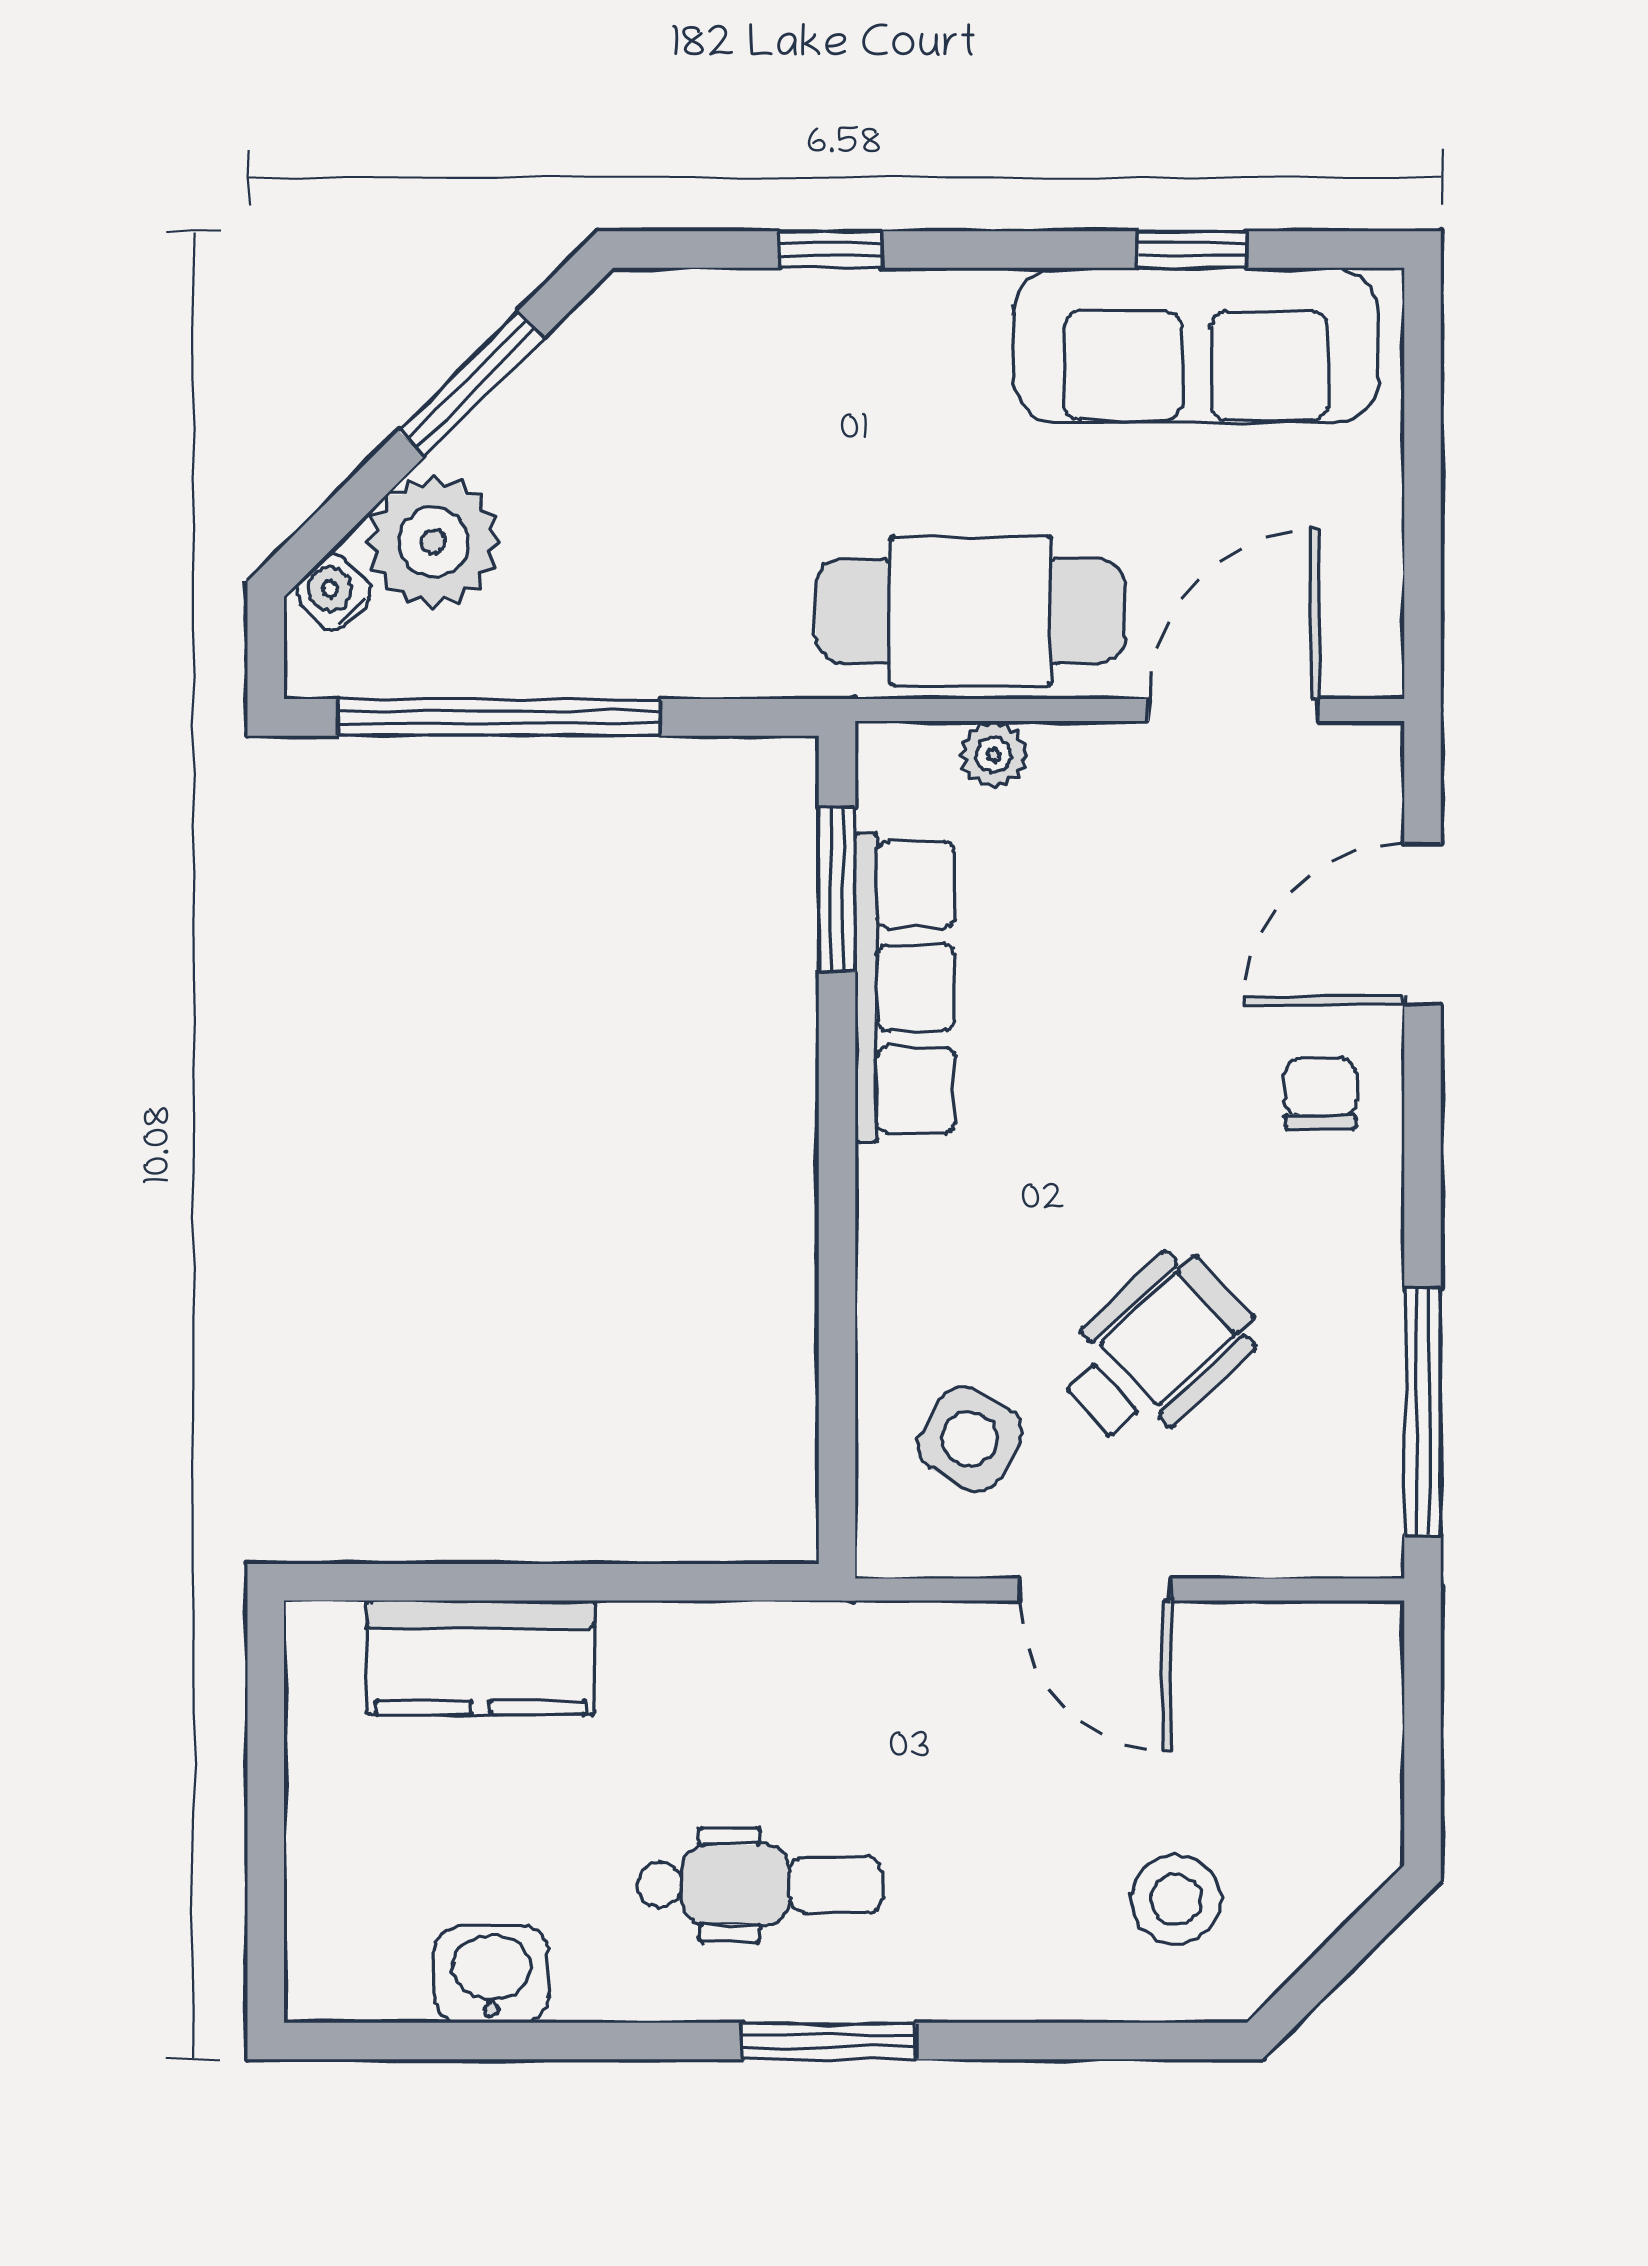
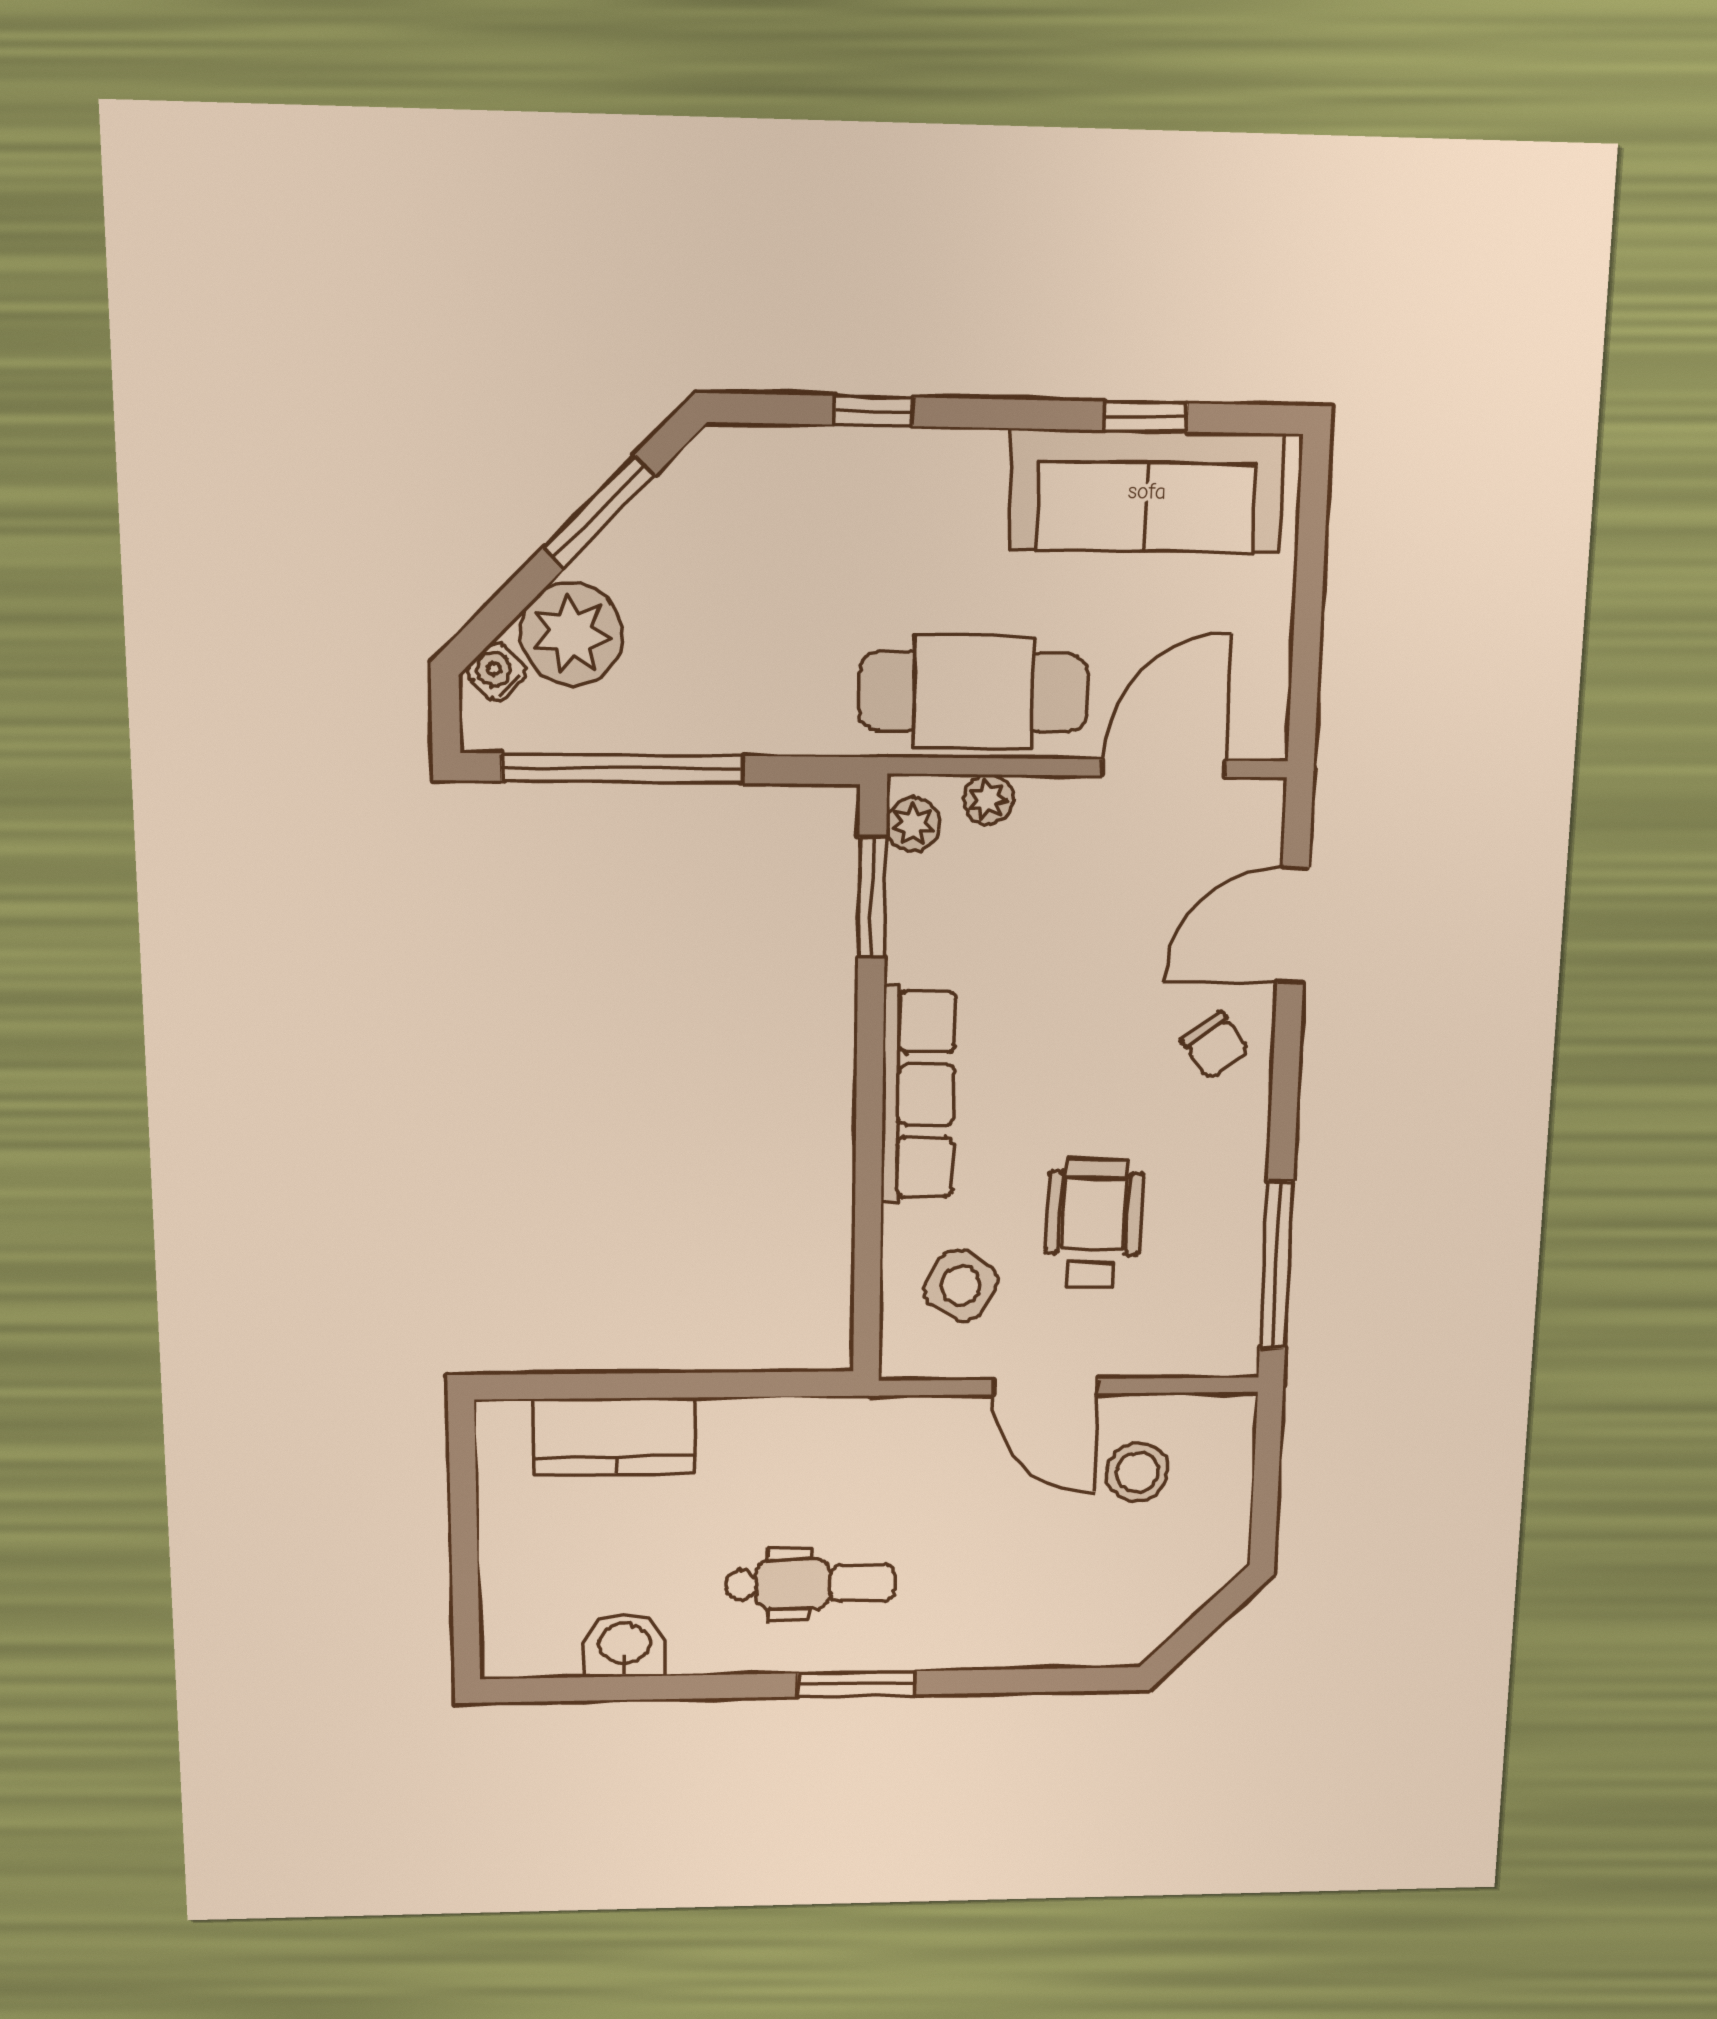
plant: (891, 790) -> (913, 825), added
row of seats: (905, 987) -> (918, 1095), moved
chair: (1321, 1093) -> (1215, 1045), turned 143
wheelchair: (1157, 1349) -> (1093, 1224), turned -45
stool: (1176, 1899) -> (1137, 1472), moved

